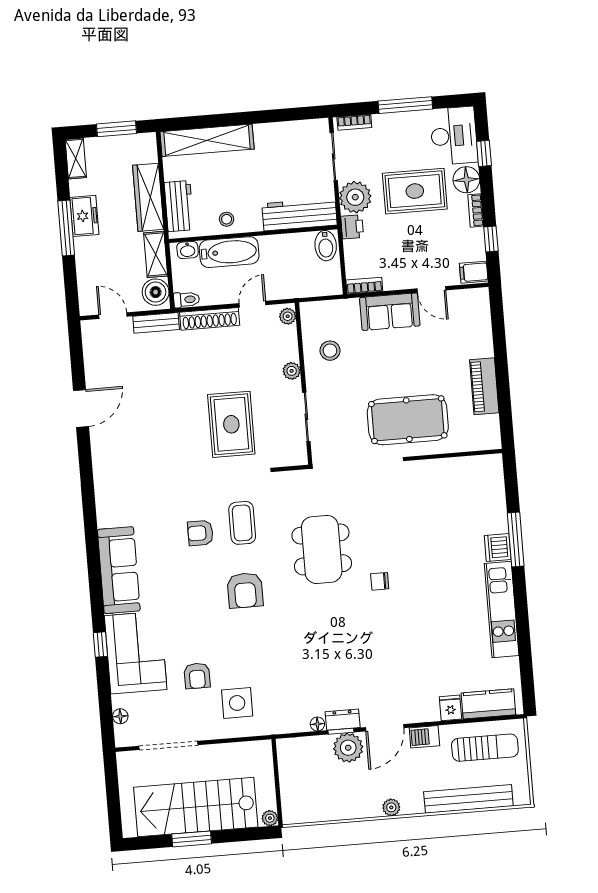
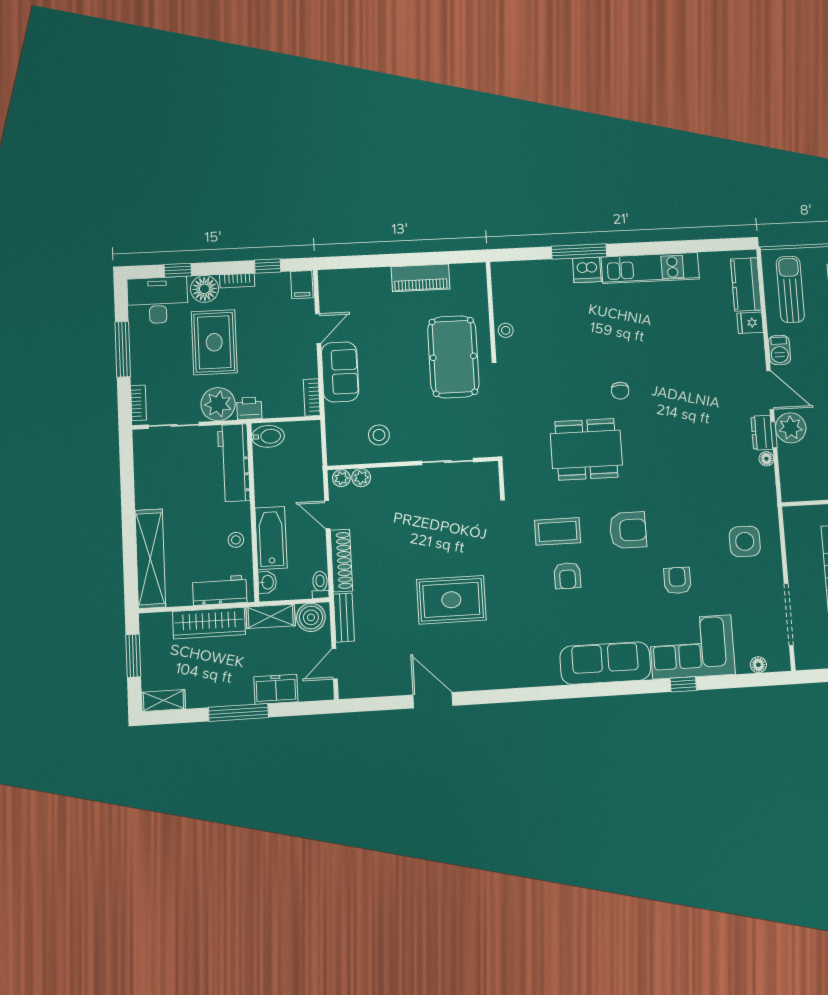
freezer: (84, 216) -> (276, 689), moved
plant: (292, 371) -> (361, 478), moved
rug: (231, 424) -> (451, 600), moved
stool: (435, 470) -> (506, 330), added
armchair: (197, 676) -> (677, 580), moved, turned -90

